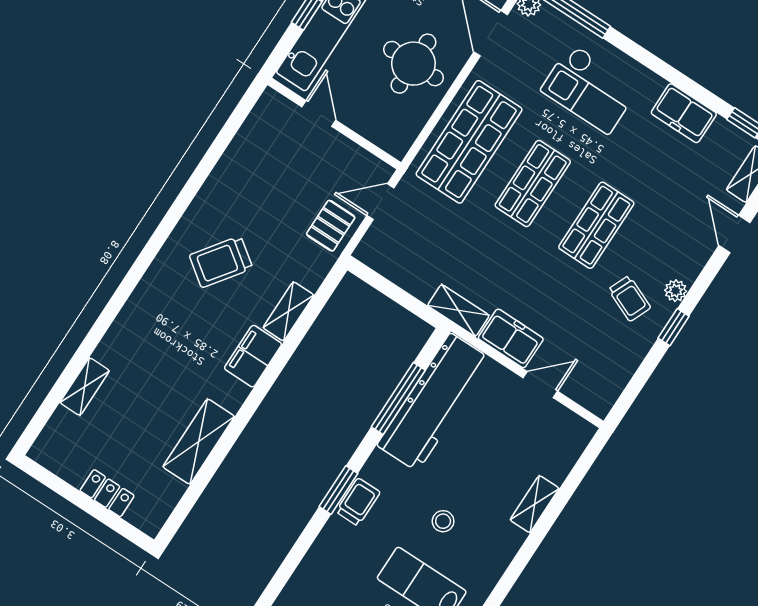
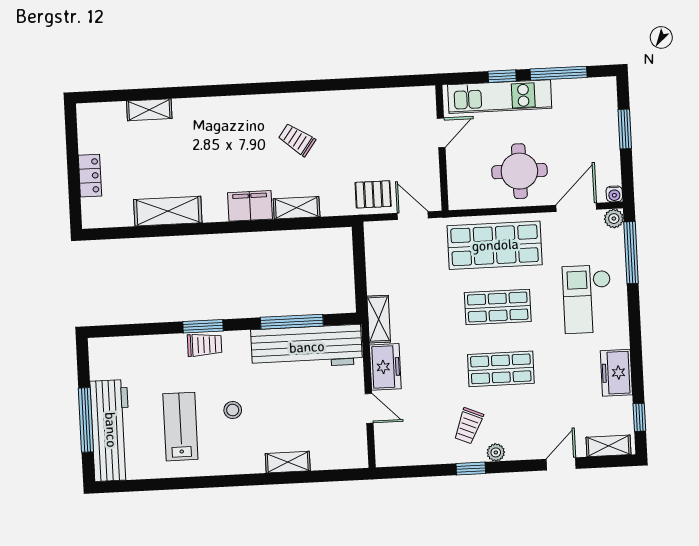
trolley: (221, 262) -> (297, 140), width x0.73, depth x0.72

